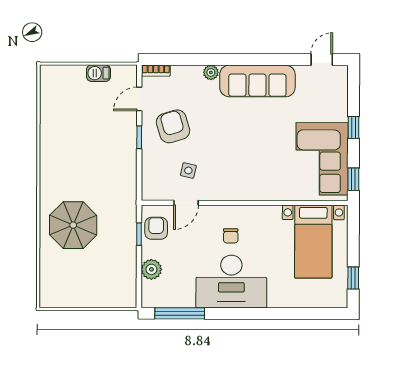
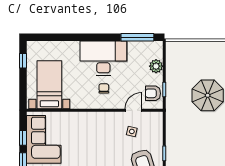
window: (353, 179) -> (23, 138), moved
armchair: (156, 228) -> (153, 93), turned 90

